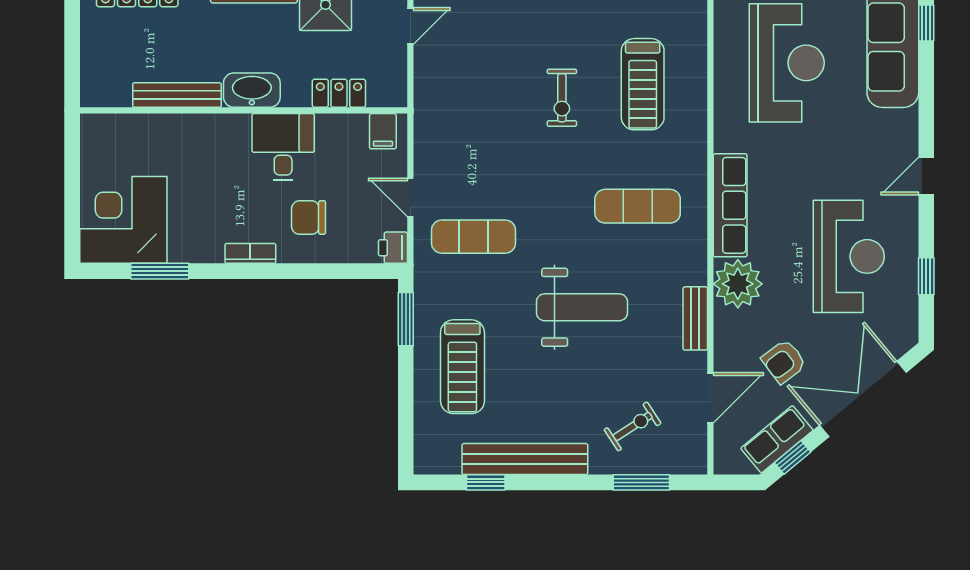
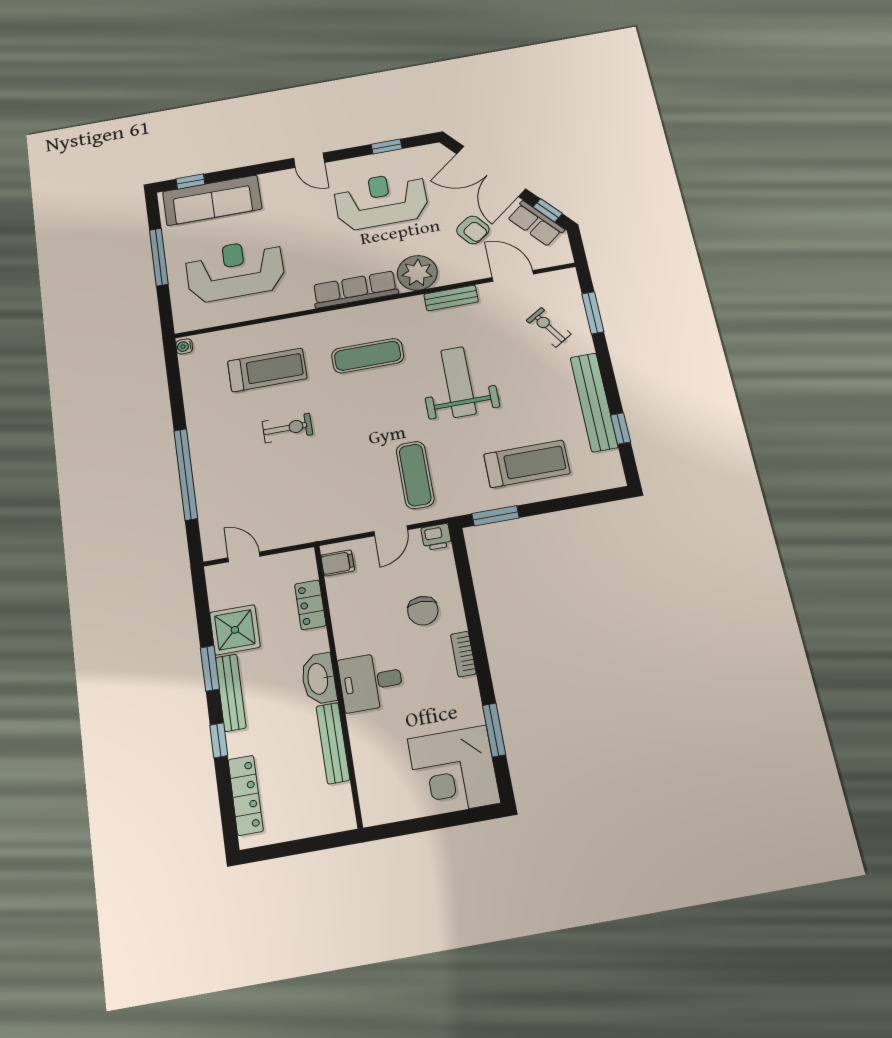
desk: (283, 147) -> (371, 682), moved
exercise mat: (638, 206) -> (368, 356), turned 90

